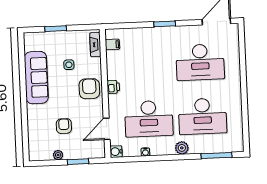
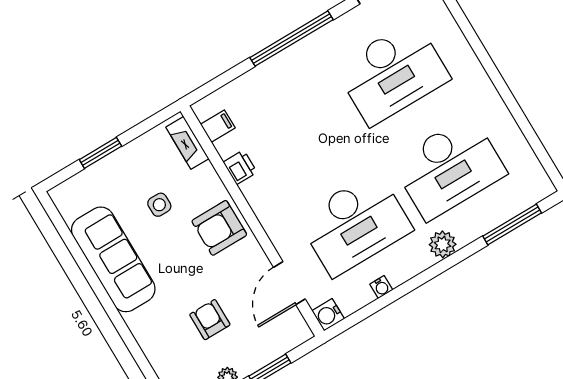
window: (165, 24) -> (291, 39), width x2.11
printer: (113, 87) -> (240, 167), moved
armchair: (89, 89) -> (219, 228), turned -90

